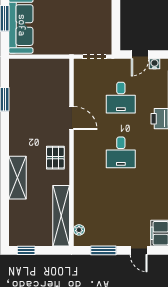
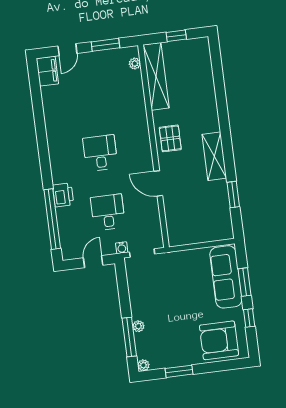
water cooler: (155, 64) -> (122, 248), moved
shelving: (17, 178) -> (214, 156), moved
window: (26, 250) -> (176, 36), moved
door: (139, 250) -> (67, 50), swing flipped

